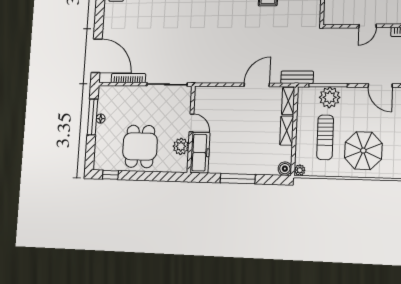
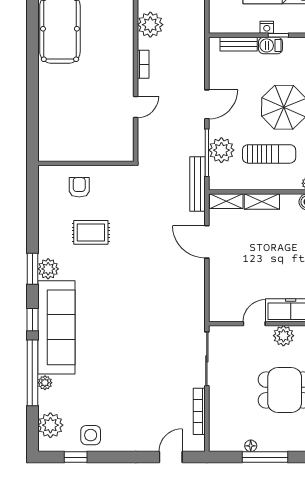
door: (368, 26) -> (136, 107), hinge flipped
door: (97, 56) -> (171, 457), width x0.53
bench: (297, 77) -> (197, 184), width x1.36
door: (380, 85) -> (207, 104), moved
window: (93, 117) -> (265, 457), moved

